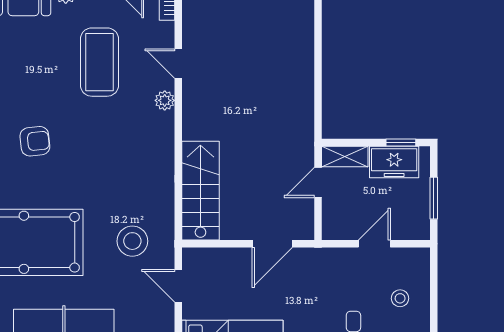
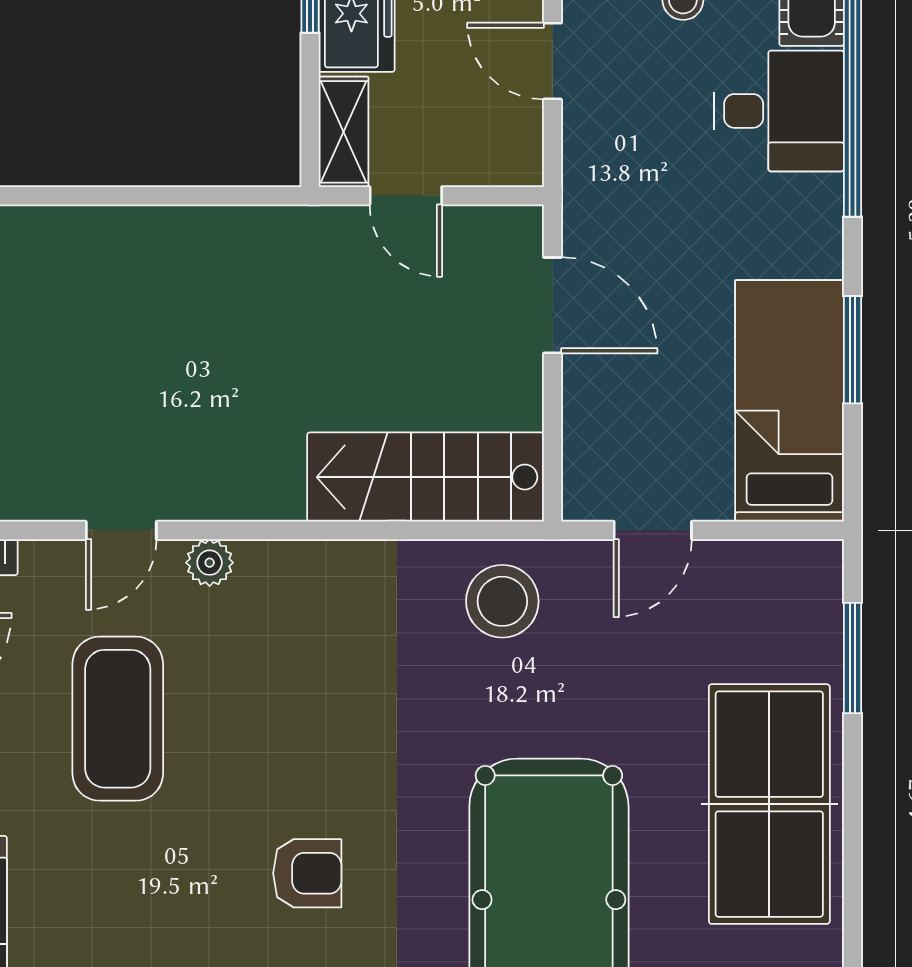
coffee table: (99, 62) -> (118, 719), turned 90
armchair: (35, 141) -> (307, 873), turned 96
stool: (132, 241) -> (502, 601), moved

